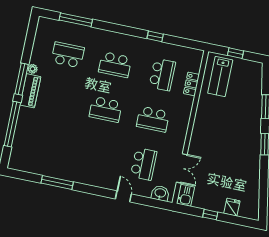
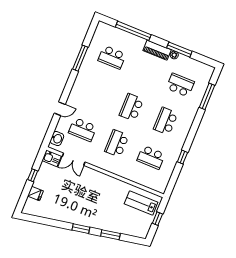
school desk: (68, 55) -> (180, 85), turned -90
window: (22, 79) -> (179, 50), moved
locker: (191, 84) -> (139, 179), removed
school desk: (49, 144) -> (112, 57), added

